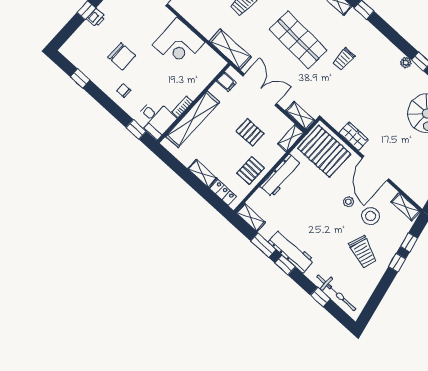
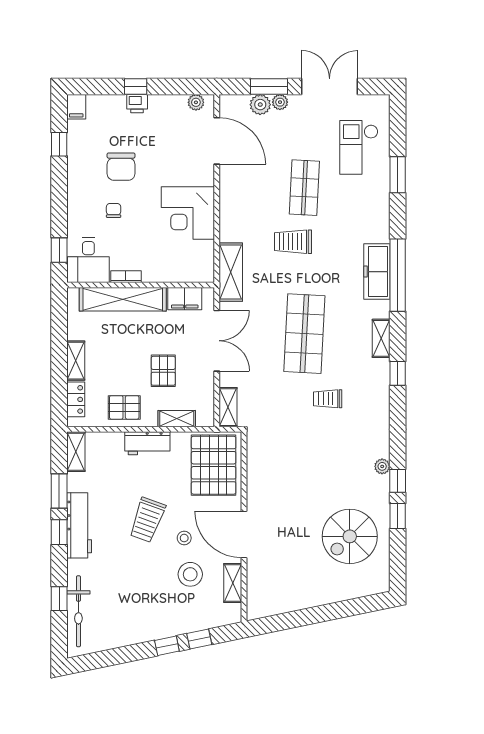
filing cabinet: (69, 51) -> (76, 107), added
filing cabinet: (226, 82) -> (185, 299), width x2.00
chair: (124, 91) -> (114, 210), moved
wardrobe: (354, 136) -> (257, 482), removed
shelving: (291, 138) -> (177, 419), moved
door: (375, 168) -> (244, 534), hinge flipped
workbench: (281, 176) -> (147, 443), width x0.73
shelving: (406, 207) -> (233, 583), moved
trolley: (363, 252) -> (147, 520), moved

